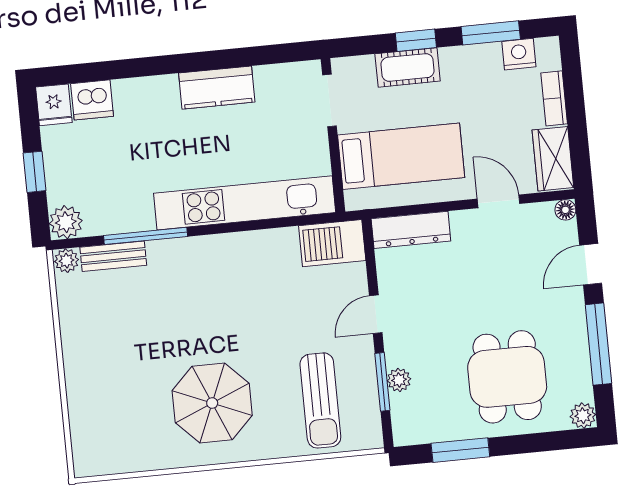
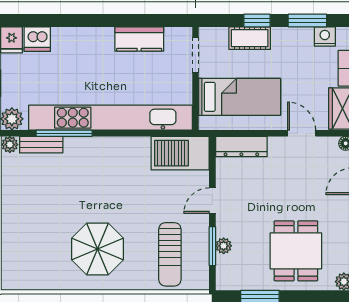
kitchen counter: (217, 88) -> (139, 39), moved
kitchen unit: (245, 203) -> (110, 118), width x1.36
barbecue: (332, 243) -> (180, 153), width x1.37, depth x1.21

